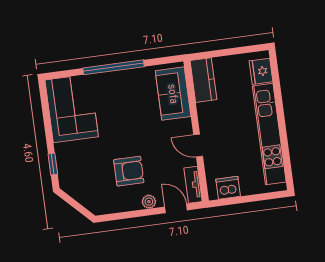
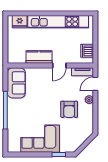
kitchen counter: (203, 80) -> (39, 57), moved
sofa: (173, 94) -> (16, 83), moved, turned -90
corner sofa: (72, 108) -> (40, 139), moved
armchair: (129, 171) -> (69, 109), turned 180

